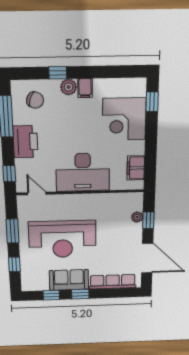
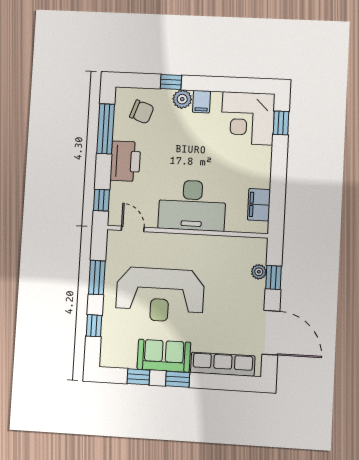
corner desk: (124, 119) -> (248, 118), moved

